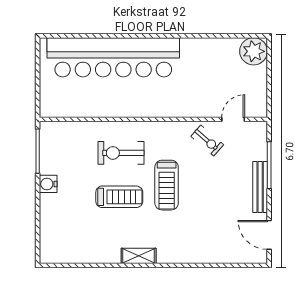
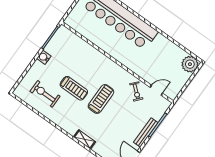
exercise bike: (121, 153) -> (45, 94), moved
treadmill: (167, 185) -> (101, 99), turned 180
shelving: (139, 256) -> (85, 139), moved

